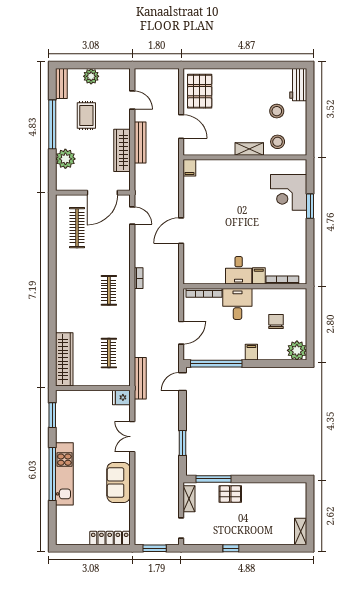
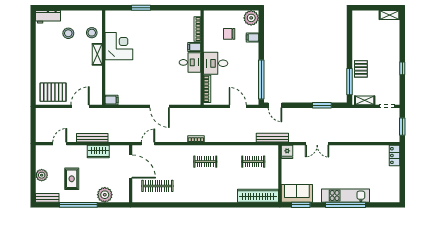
rug: (86, 116) -> (72, 179), turned 90
wardrobe: (122, 150) -> (98, 152), width x0.67
corner desk: (289, 192) -> (119, 46), moved, turned -90
filing cabinet: (251, 352) -> (253, 37), moved
sofa: (119, 482) -> (297, 193), moved, turned 180
locker: (110, 538) -> (395, 156), width x0.66

